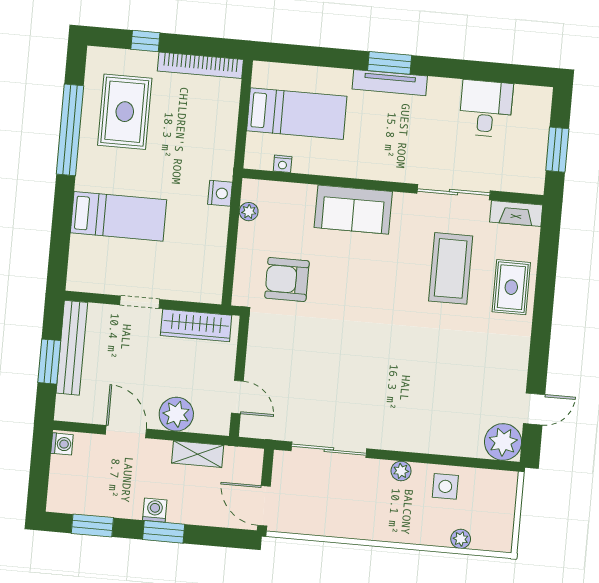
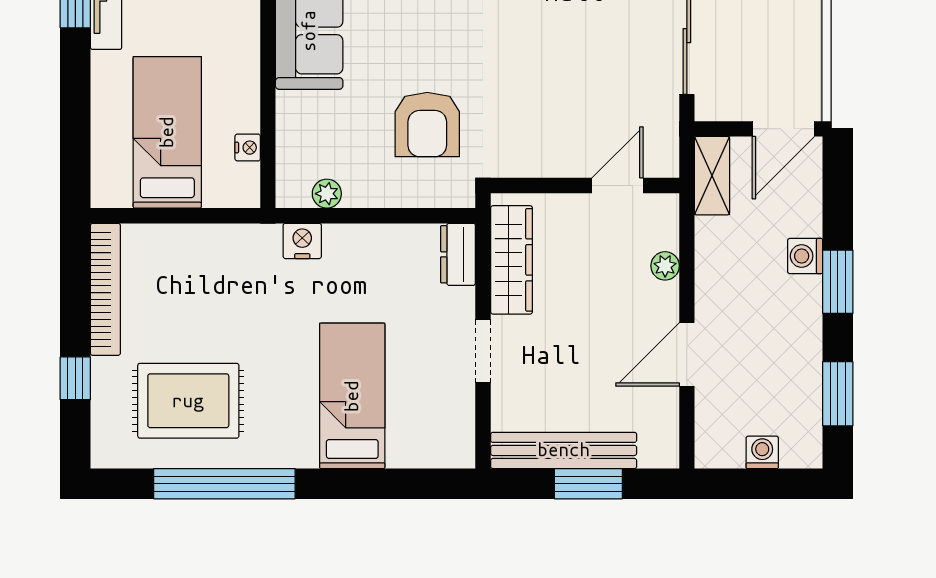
dresser: (203, 292) -> (458, 254), added
plant: (176, 414) -> (665, 266), width x0.53, depth x0.53
washing machine: (62, 444) -> (762, 452), moved
shelving: (198, 454) -> (712, 176), moved
washing machine: (155, 510) -> (805, 256), moved

